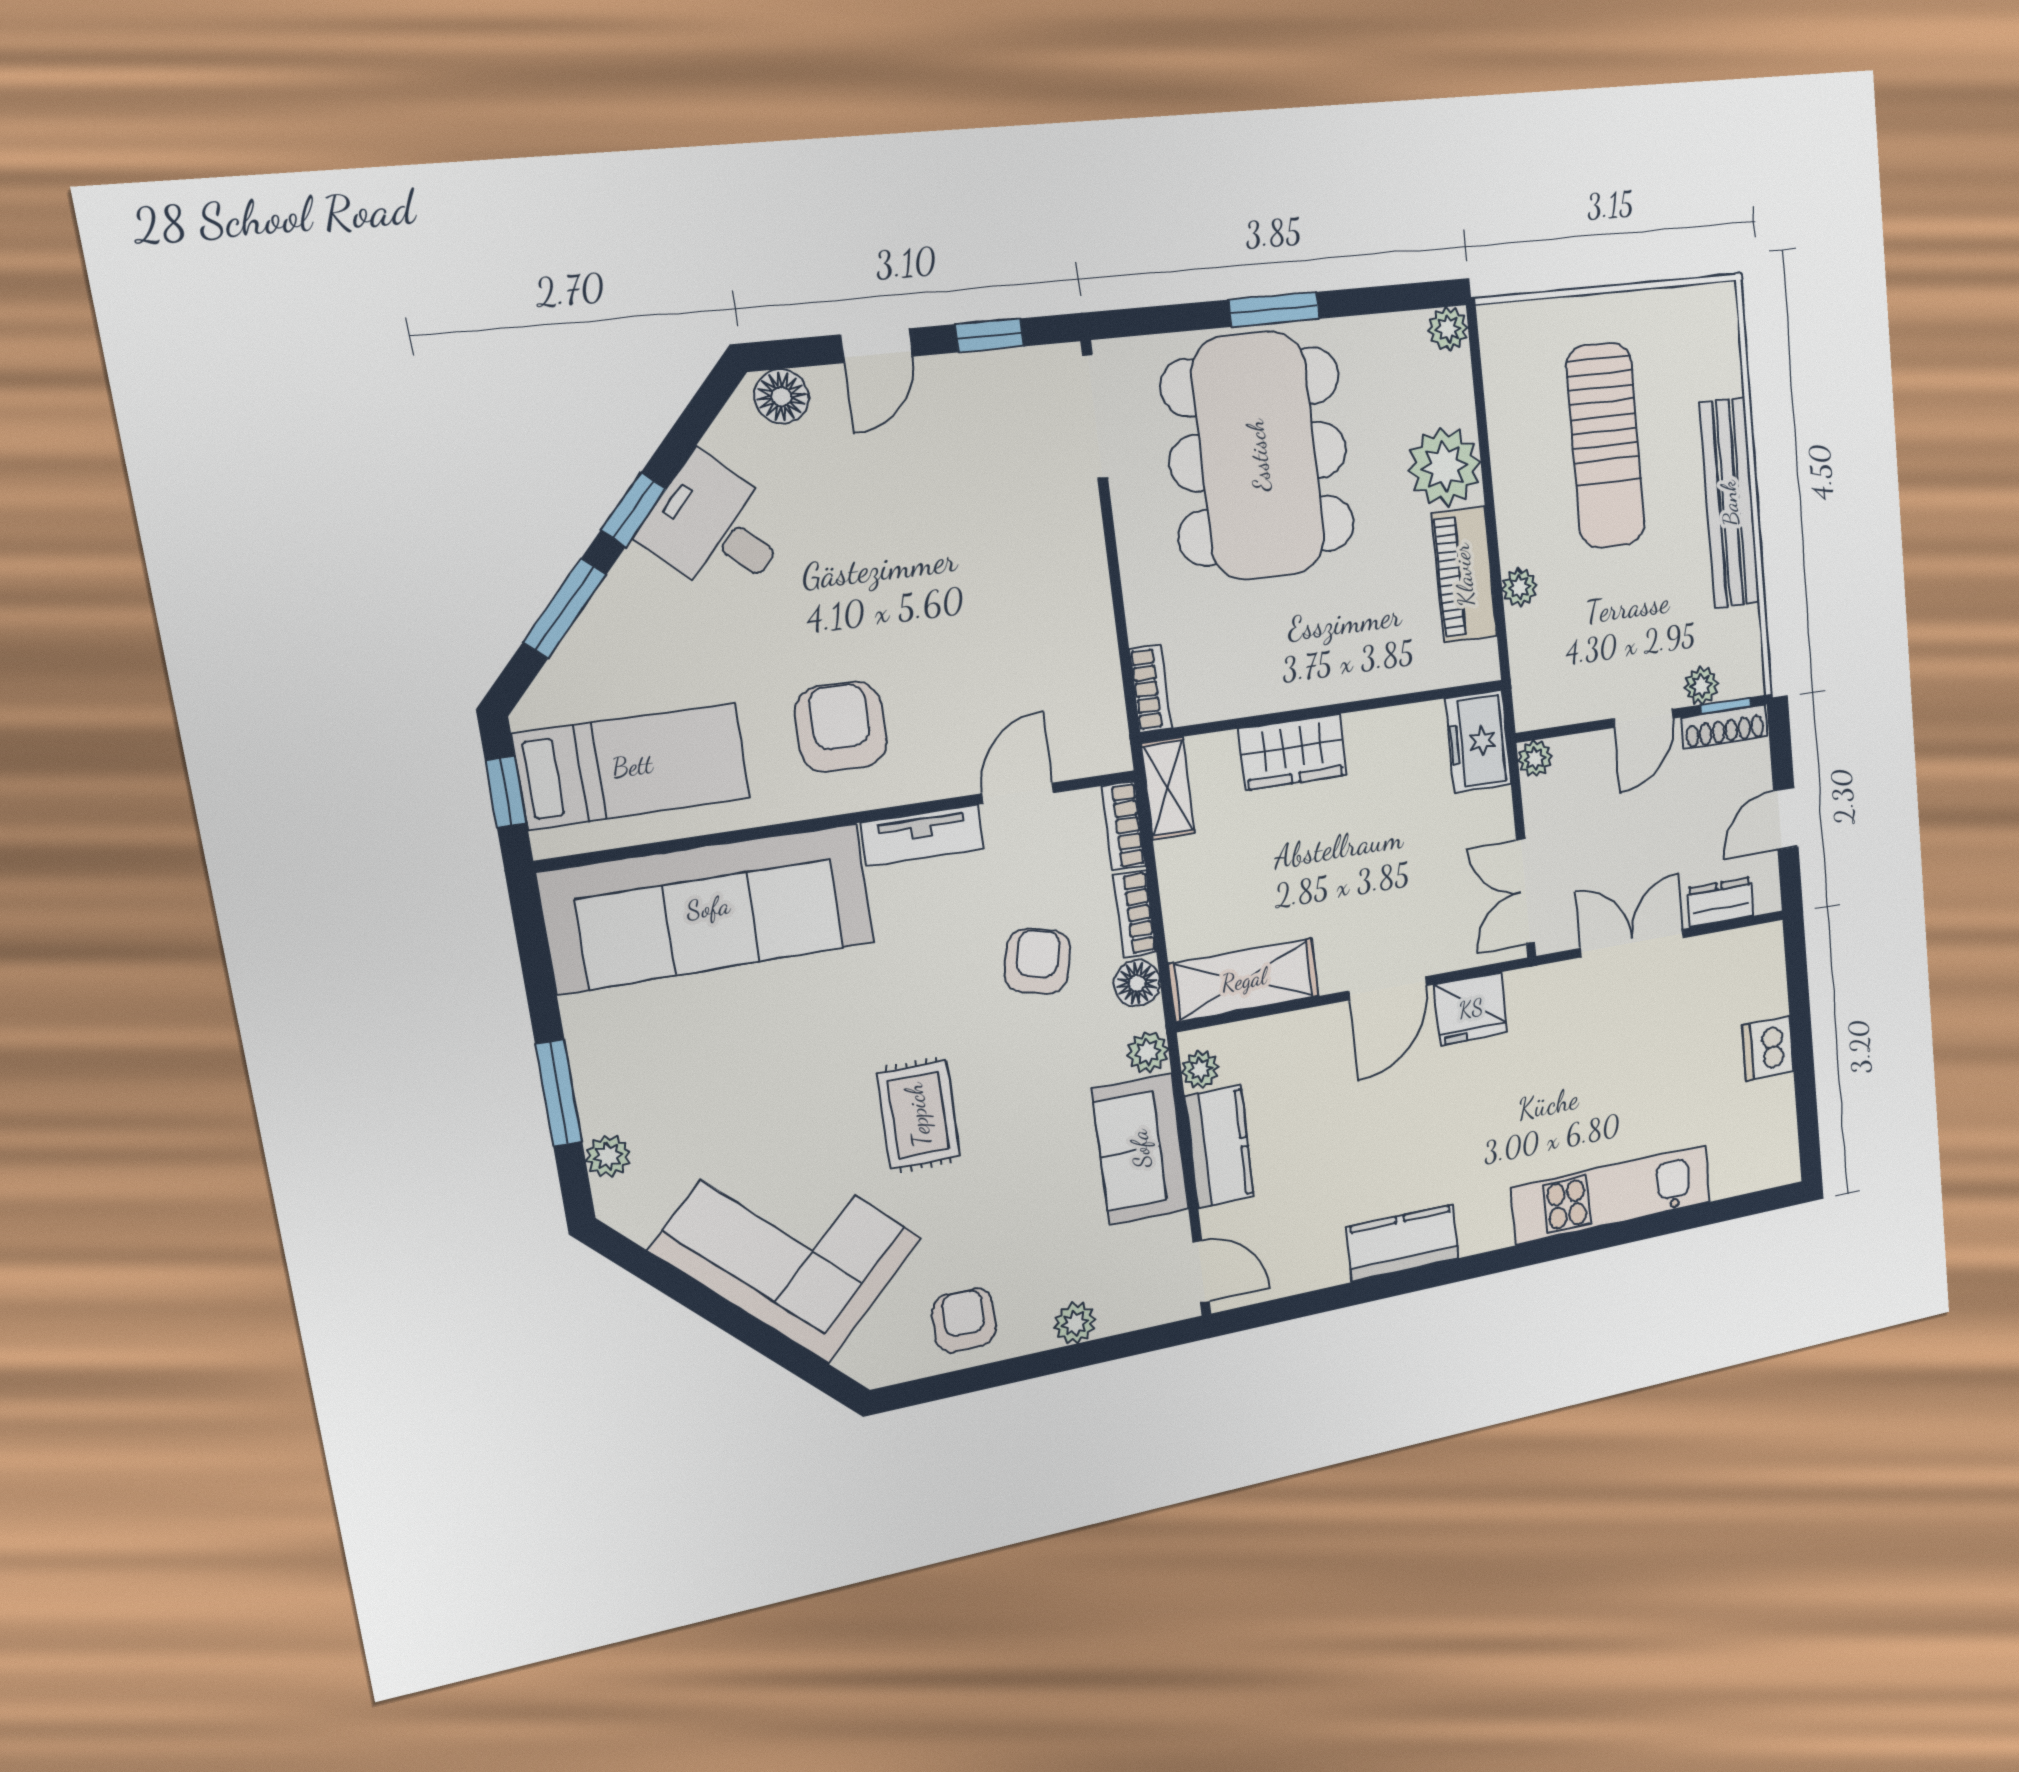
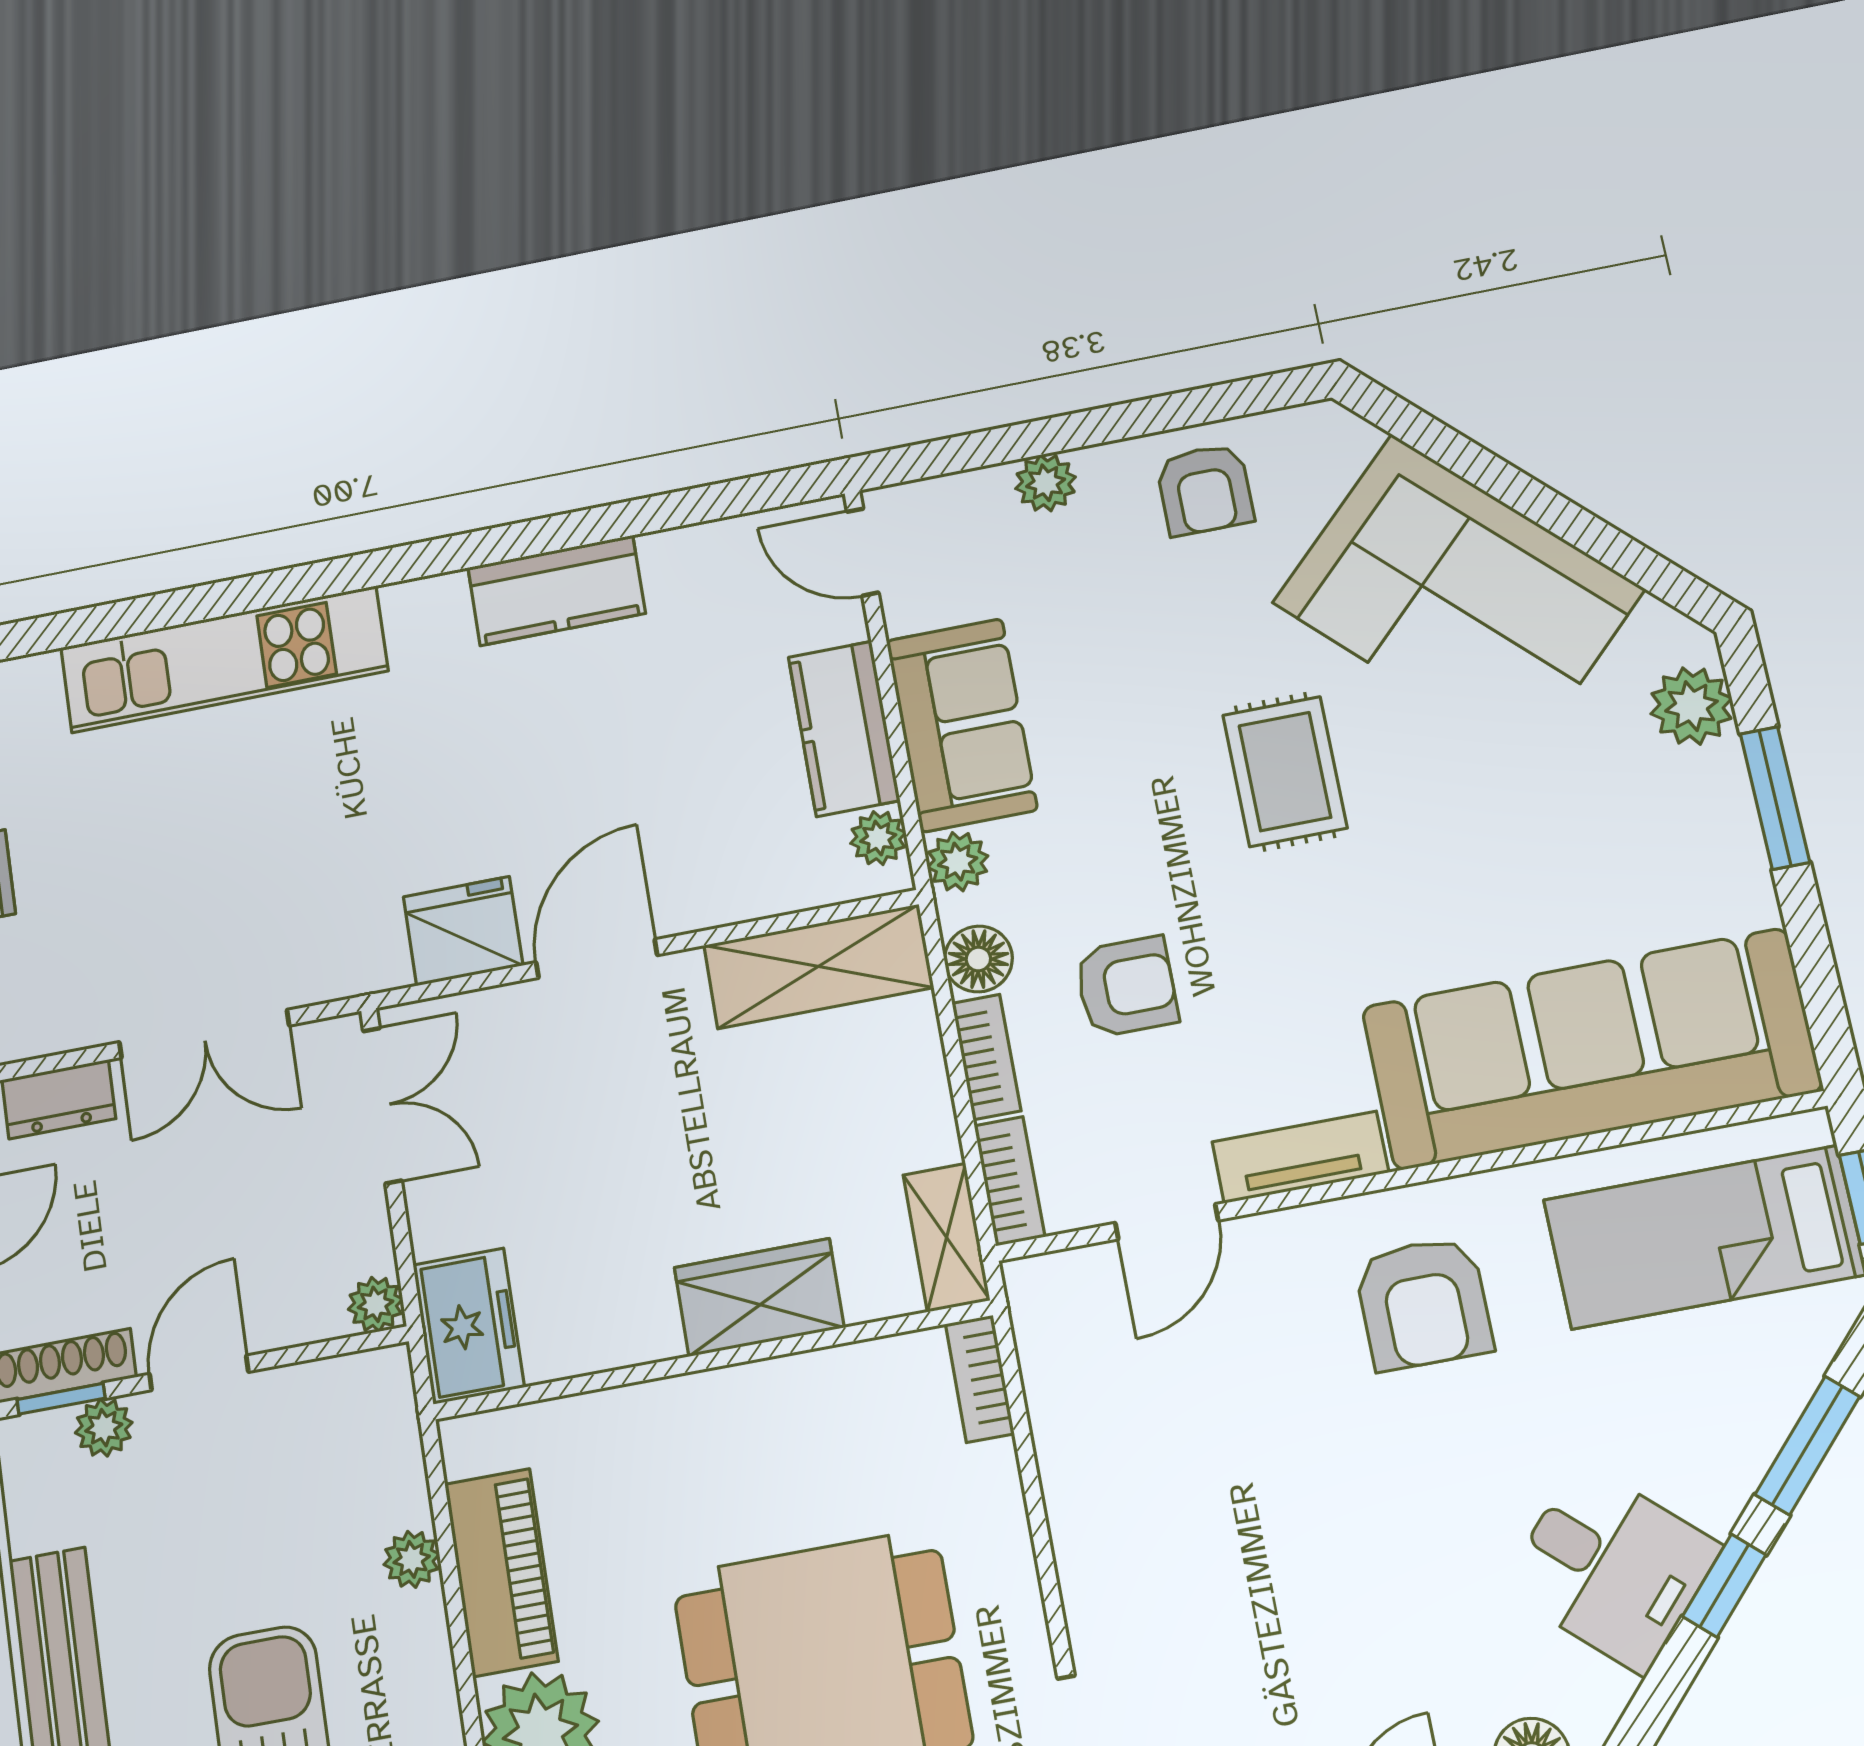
armchair: (1037, 961) -> (1126, 987), turned -103
plant: (608, 1156) -> (1691, 706), width x1.38, depth x1.38

